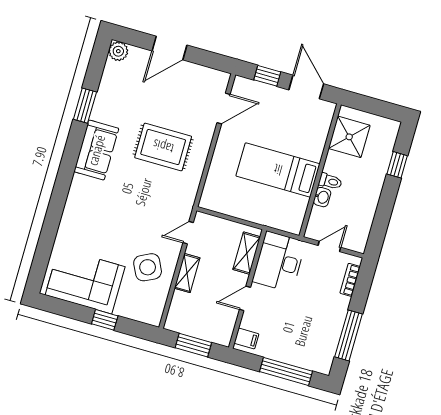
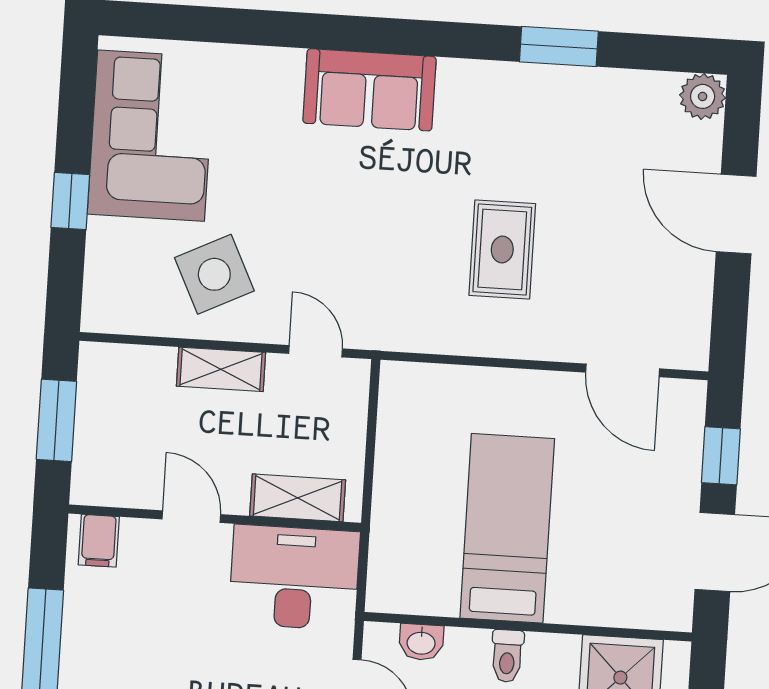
rug: (163, 147) -> (502, 249), width x0.73, depth x0.70
sofa: (96, 150) -> (369, 90), moved
washbasin: (322, 197) -> (421, 642), moved

